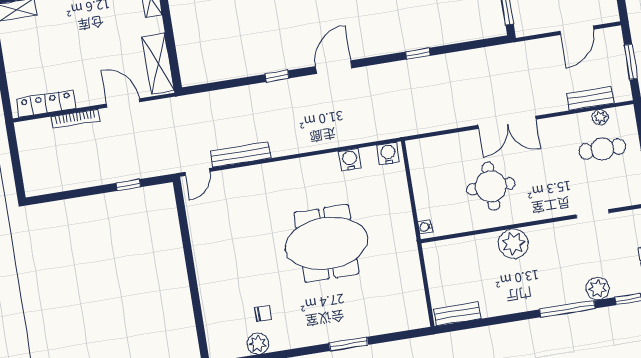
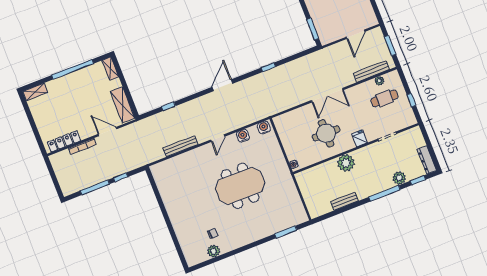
window: (277, 76) -> (168, 106), moved
bench: (590, 98) -> (371, 71), width x1.36
door: (197, 172) -> (218, 138), moved
window: (81, 193) -> (95, 187), added
fridge: (545, 207) -> (359, 138), added
bench: (457, 314) -> (345, 201), moved
window: (349, 344) -> (286, 232), moved

